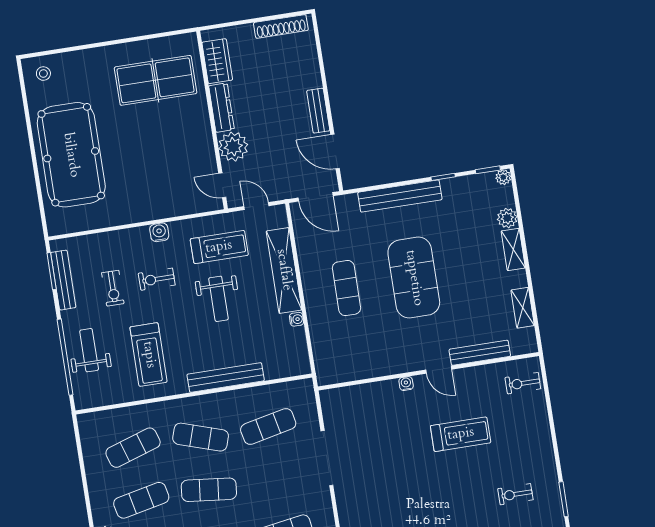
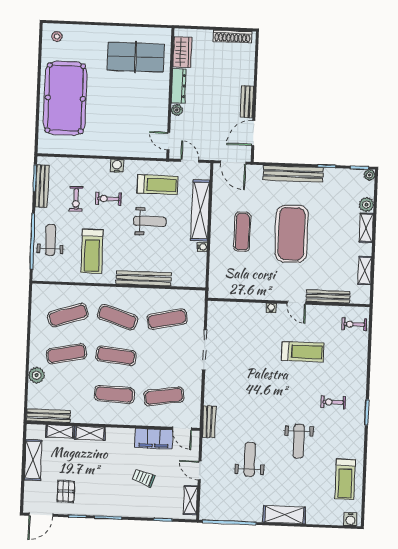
plant: (233, 147) -> (177, 110), width x0.53, depth x0.53
door: (335, 151) -> (253, 133), hinge flipped
weight bench: (218, 299) -> (150, 221), turned -90

